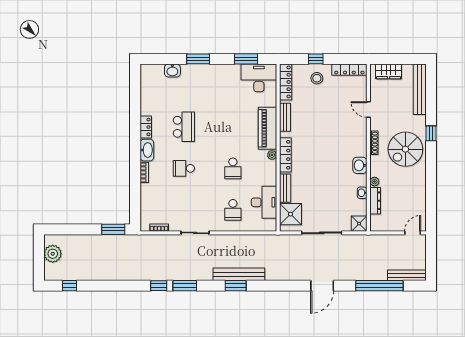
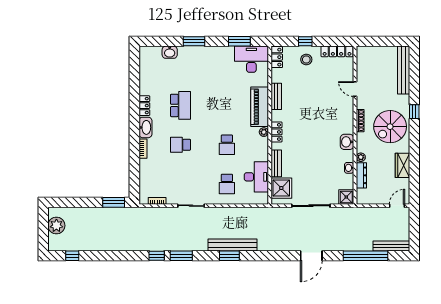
wardrobe: (389, 71) -> (403, 165), moved, turned 90
locker: (286, 82) -> (277, 57), width x0.66
locker: (285, 155) -> (276, 132), width x0.66

